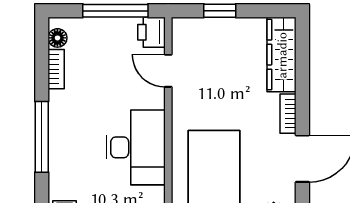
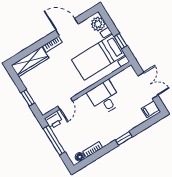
window: (42, 137) -> (124, 138), width x0.46
desk: (136, 147) -> (104, 98), width x0.73

